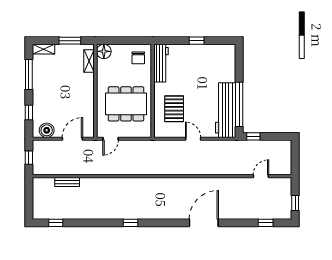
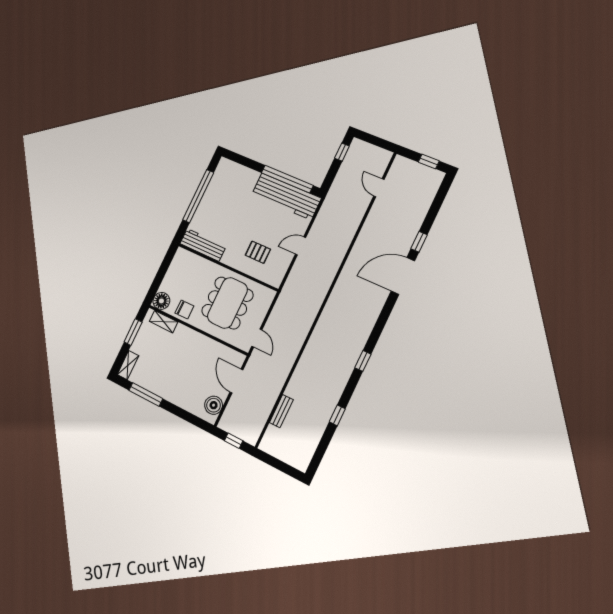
window: (197, 41) -> (198, 196), width x3.17
chair: (138, 58) -> (184, 309), moved
pallet: (174, 109) -> (258, 252), width x0.67, depth x0.71
window: (29, 112) -> (185, 415), removed
window: (253, 136) -> (342, 152), moved
window: (56, 223) -> (337, 415), moved
door: (204, 223) -> (403, 276), hinge flipped
window: (266, 223) -> (419, 242), moved

